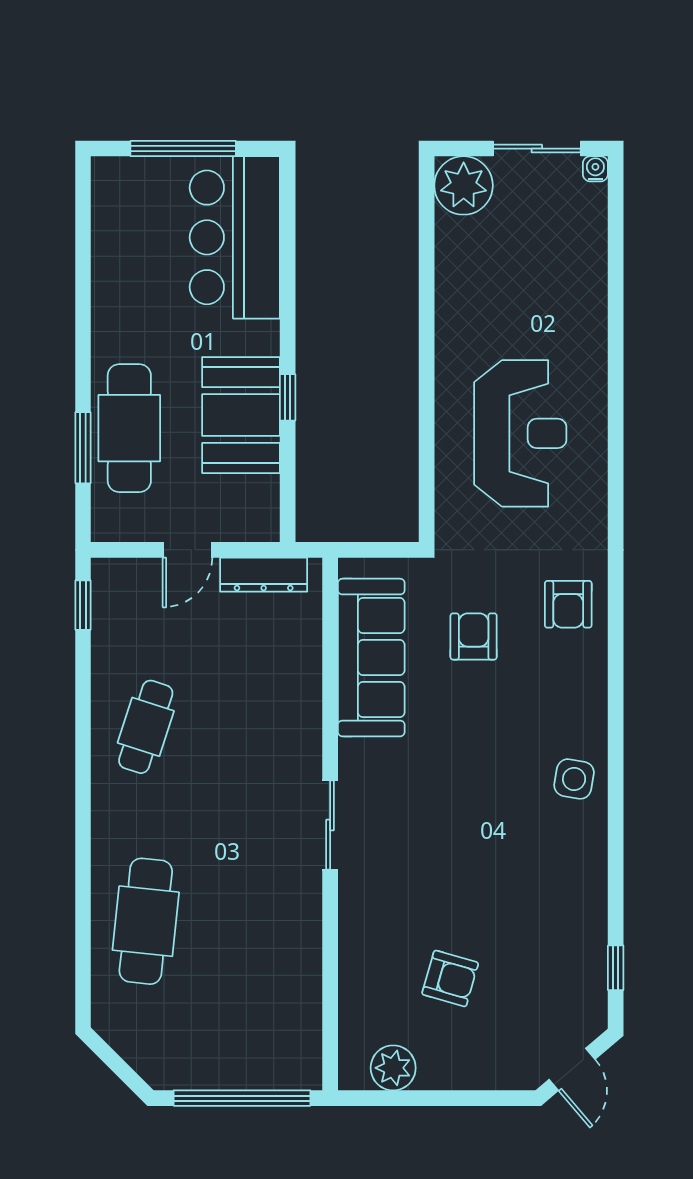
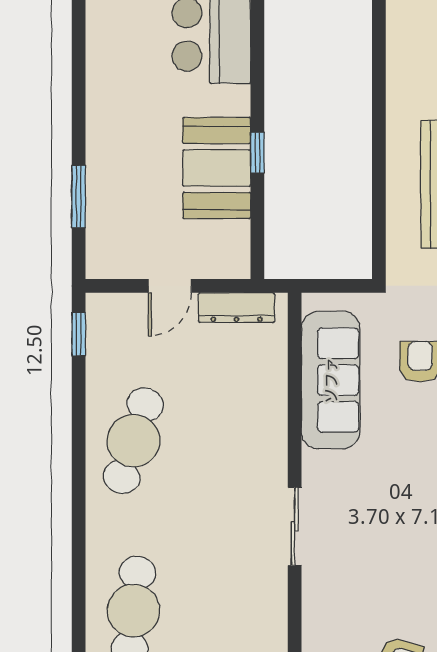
cafe table: (129, 428) -> (119, 179), removed
cafe table: (146, 727) -> (133, 441), width x1.37, depth x1.35

